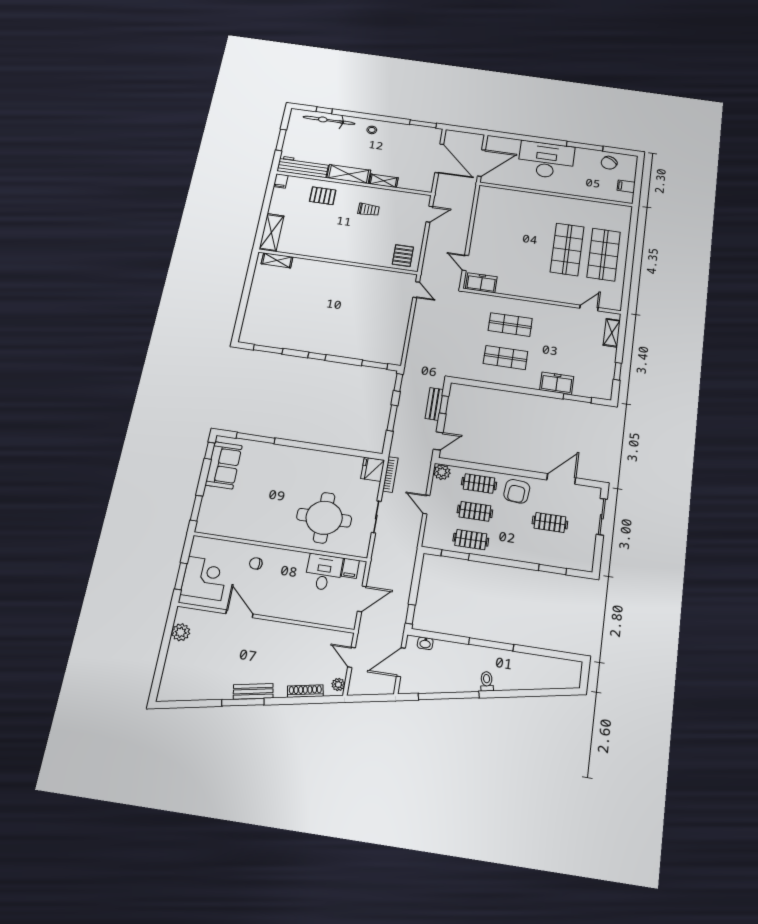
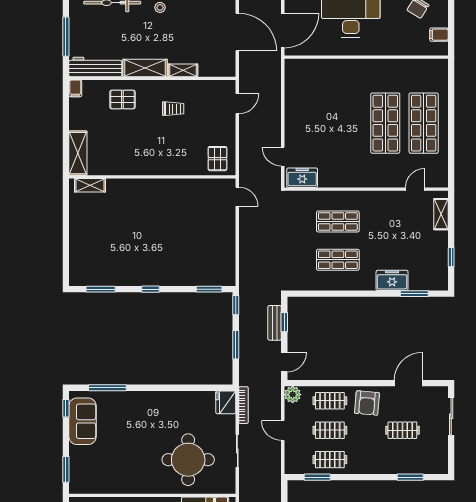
window: (281, 140) -> (66, 37), width x1.44

